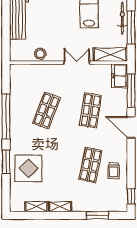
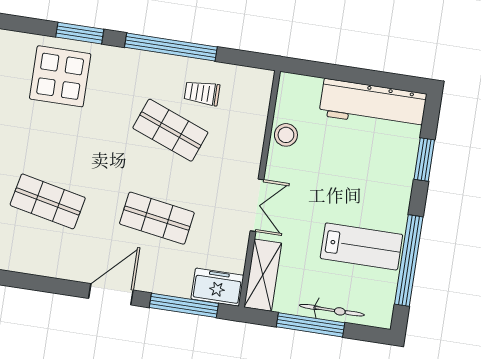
trolley: (114, 171) -> (202, 93), moved

